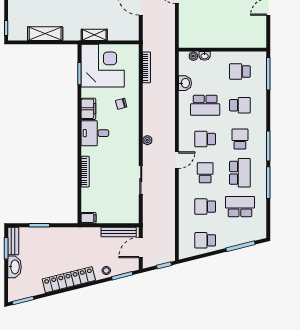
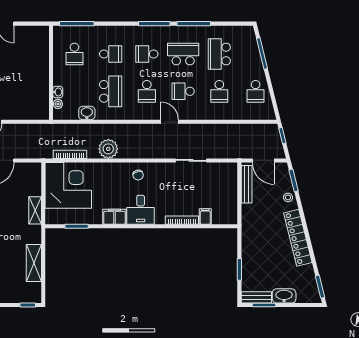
corner desk: (103, 66) -> (68, 185), moved, turned 90
chair: (121, 104) -> (138, 175), moved
school desk: (240, 105) -> (111, 54), turned 90
plant: (147, 140) -> (108, 149), moved, width x1.87, depth x1.87
filing cabinet: (89, 218) -> (205, 217), moved

